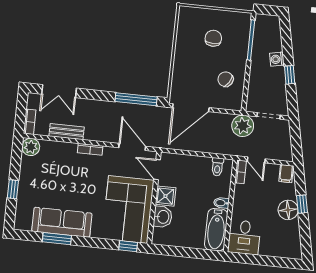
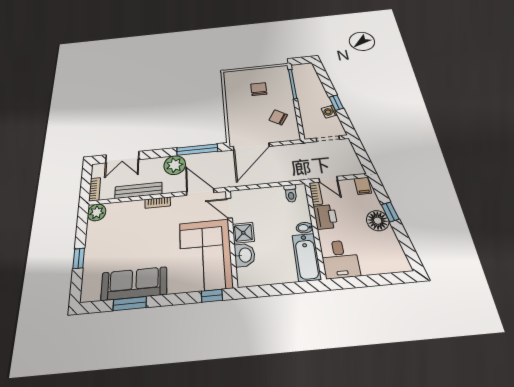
washing machine: (277, 59) -> (329, 112), moved
plant: (243, 126) -> (175, 165), moved
bench: (67, 132) -> (138, 190), width x1.36
printer: (243, 197) -> (325, 217), added

